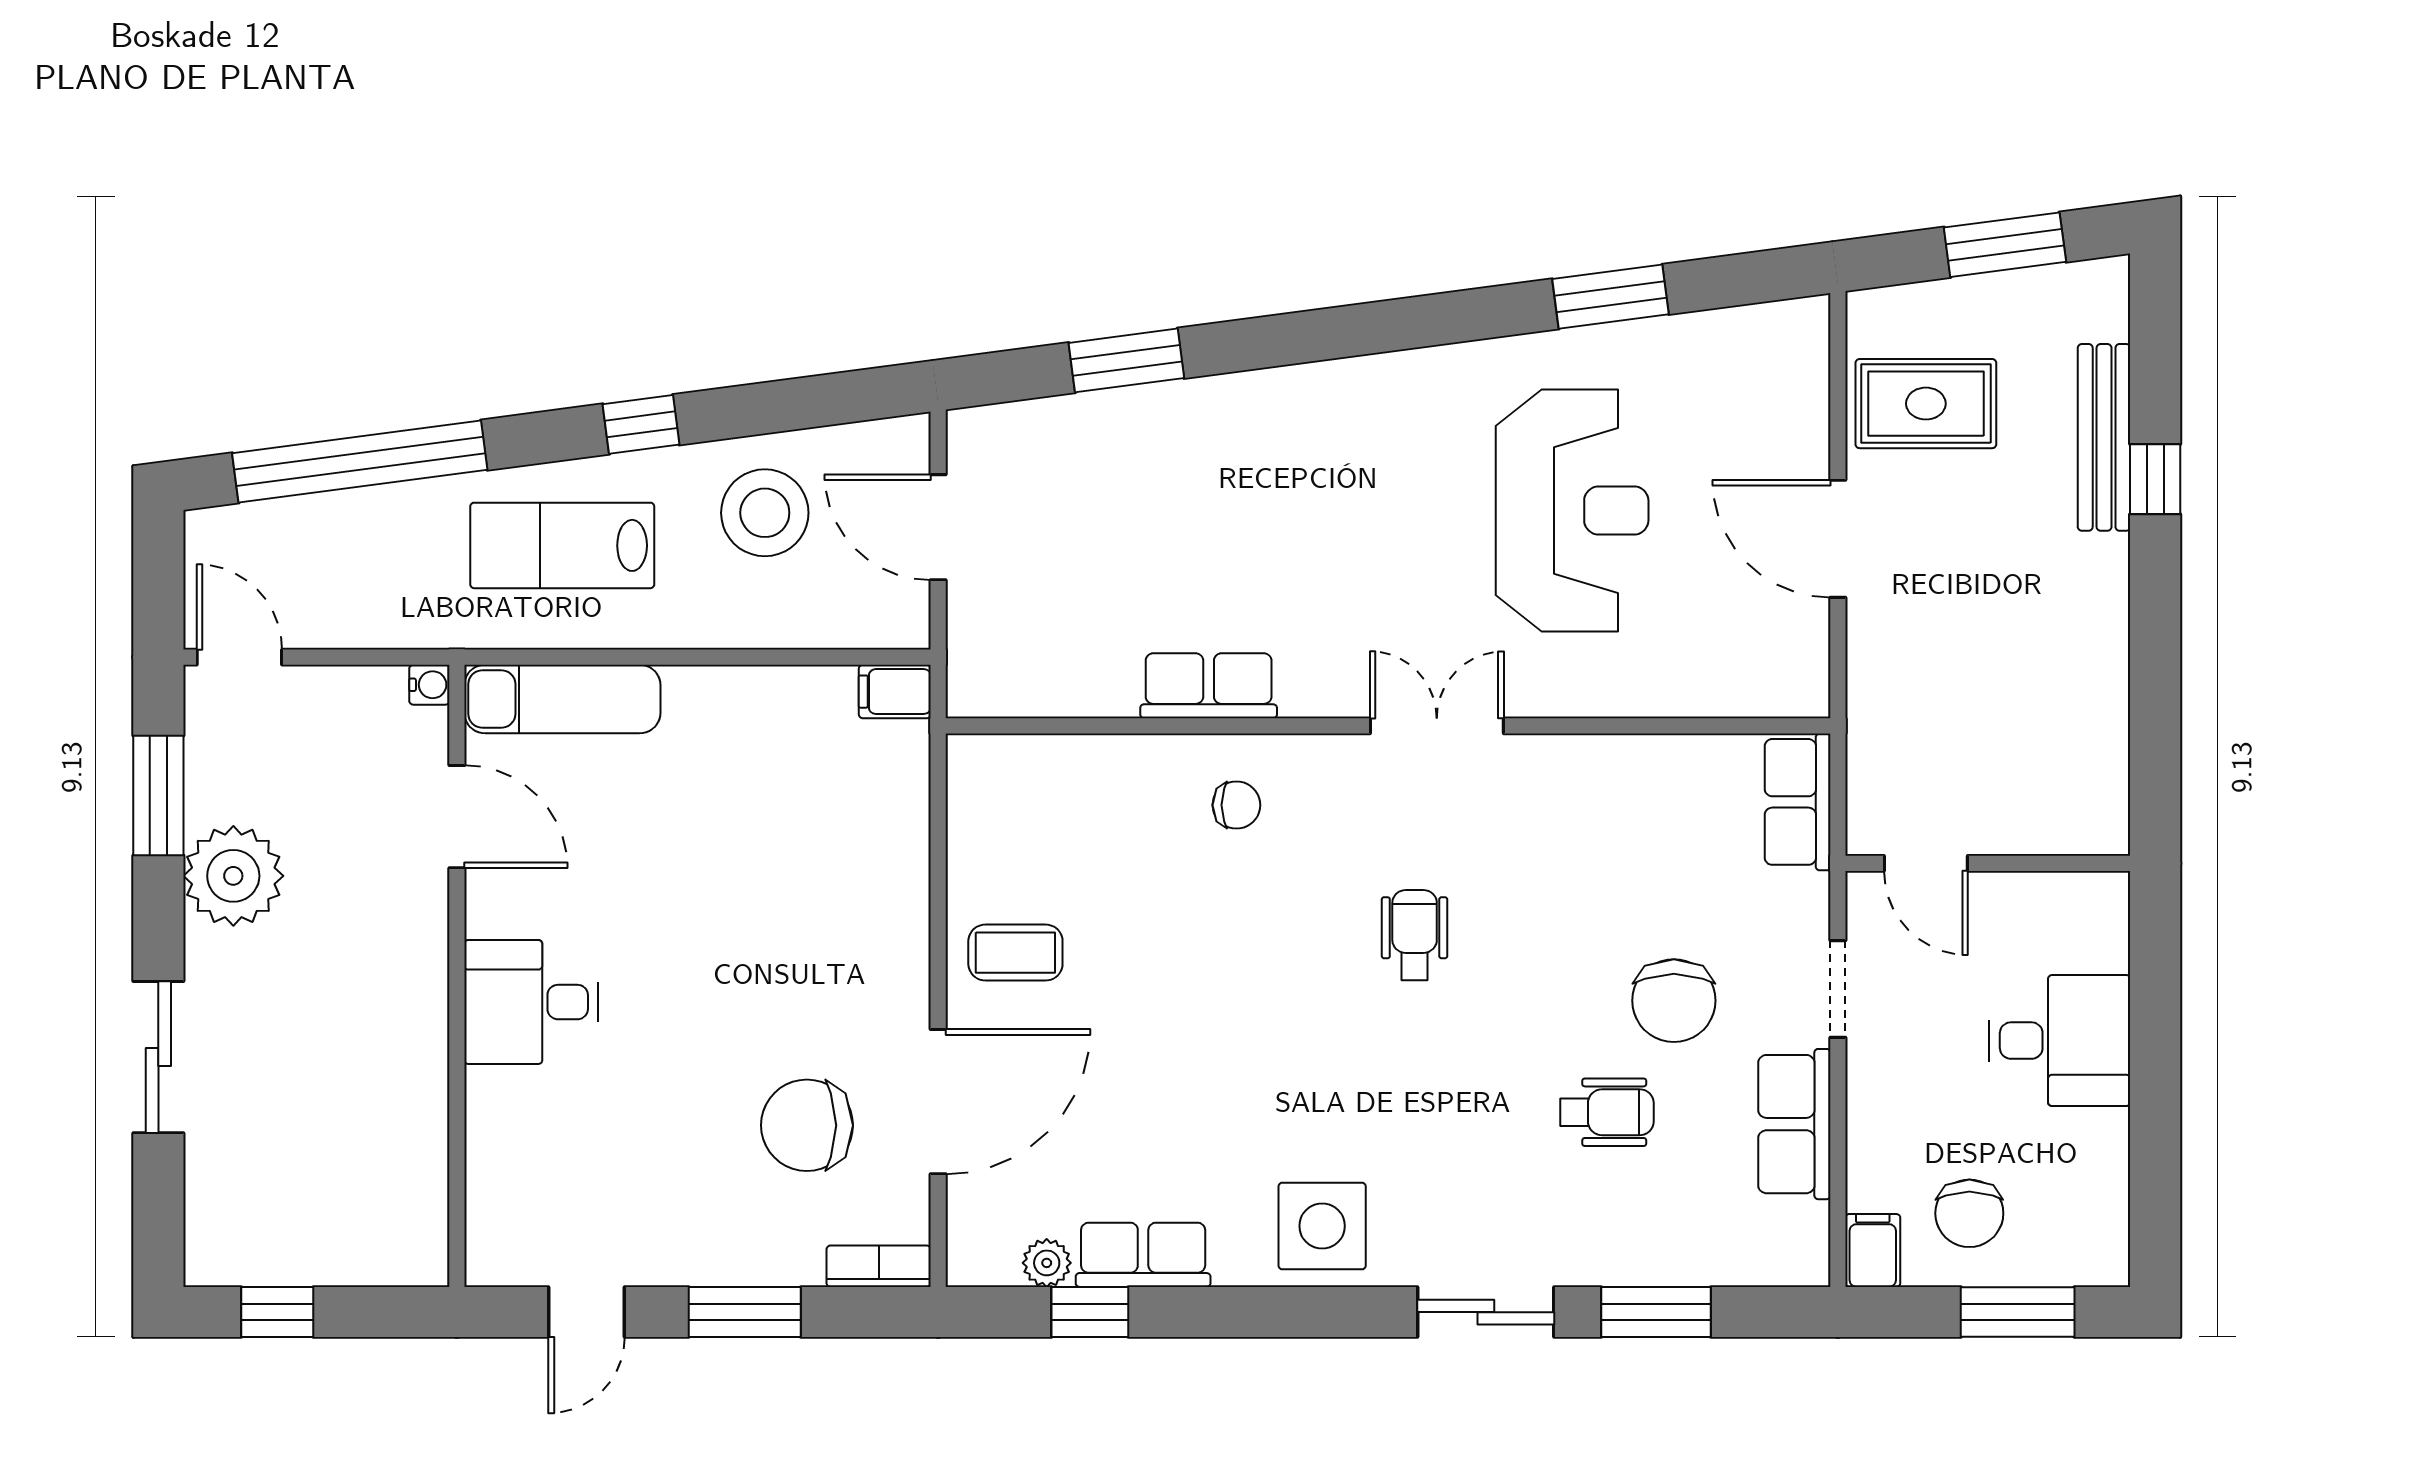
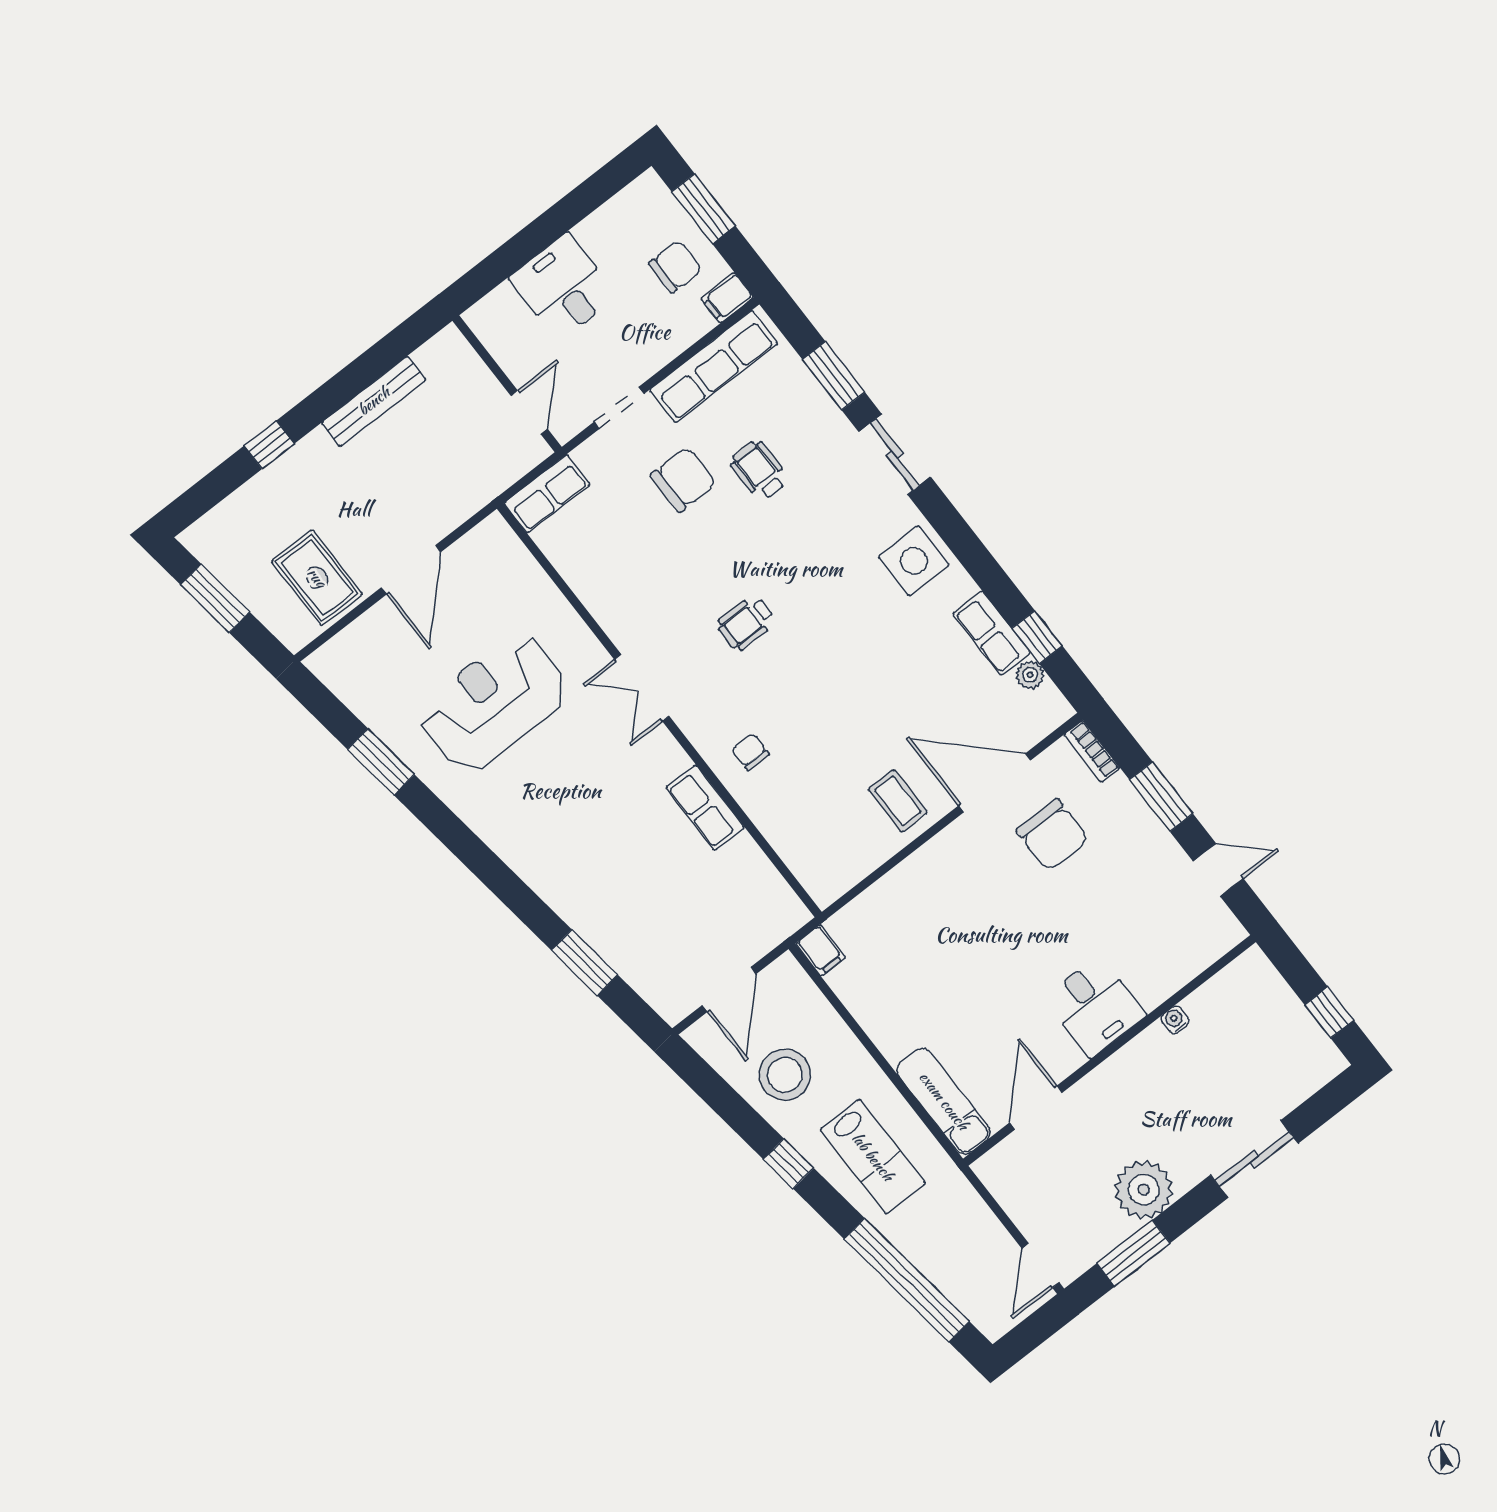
bench: (2104, 437) -> (374, 401), moved
water cooler: (429, 685) -> (1175, 1020), moved
row of seats: (1794, 1124) -> (714, 366), width x1.48

